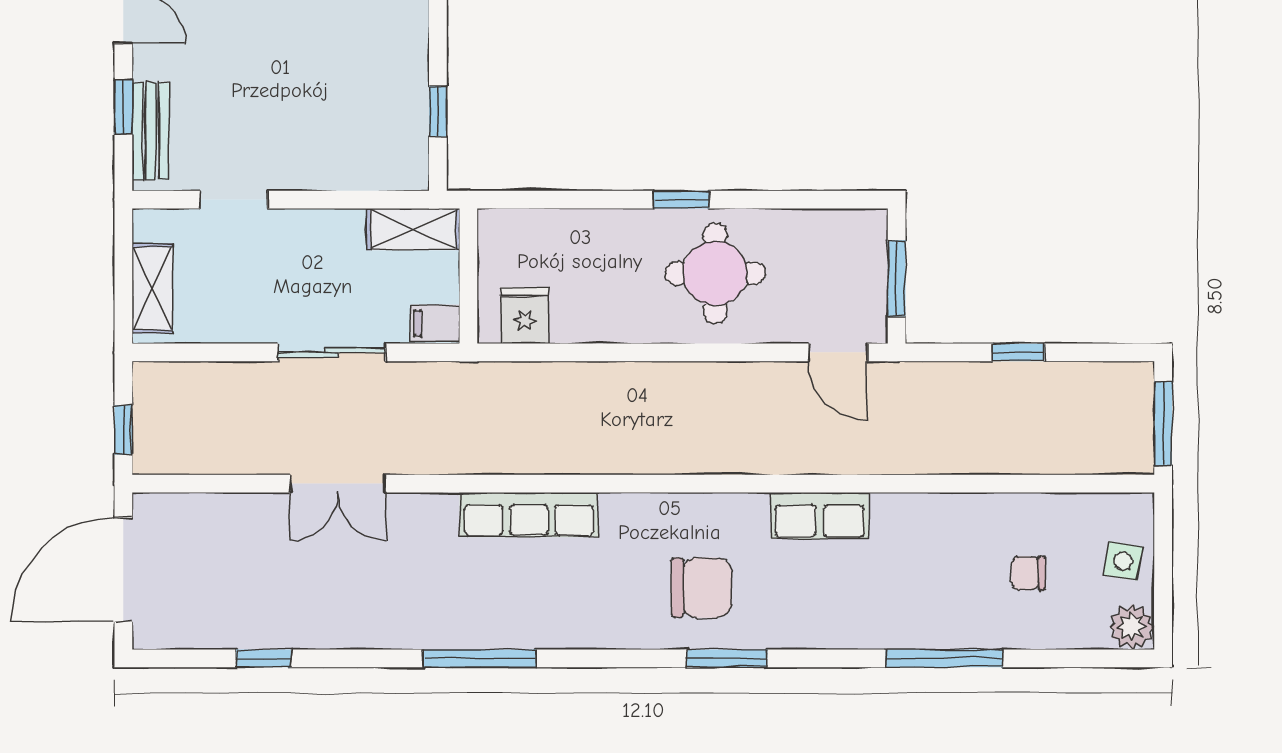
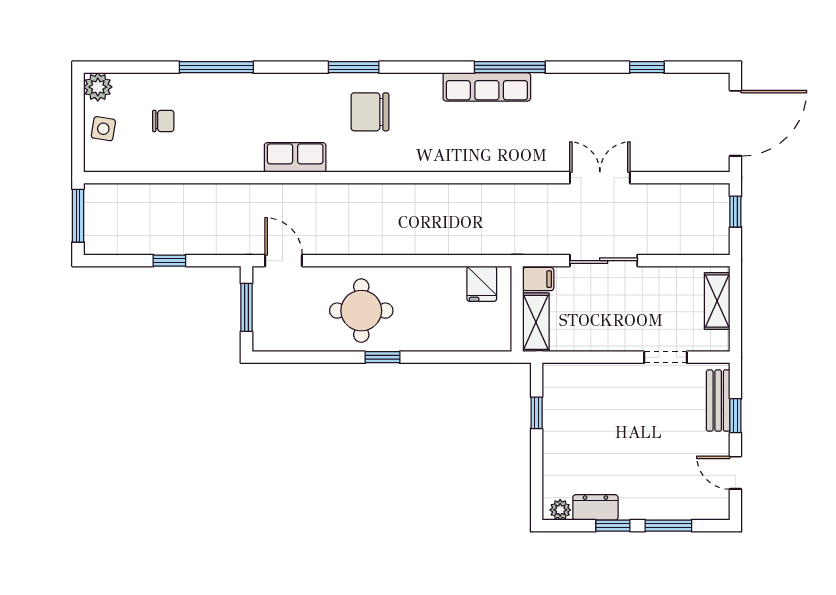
shelving: (413, 229) -> (536, 322), moved, turned 90
row of seats: (529, 515) -> (487, 87), moved, turned 180

